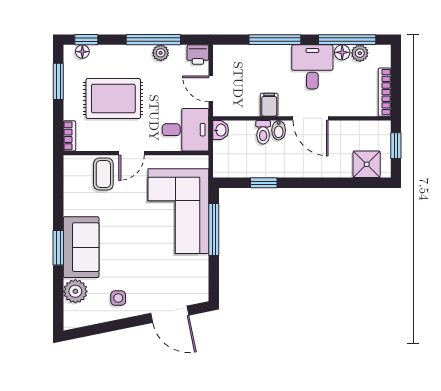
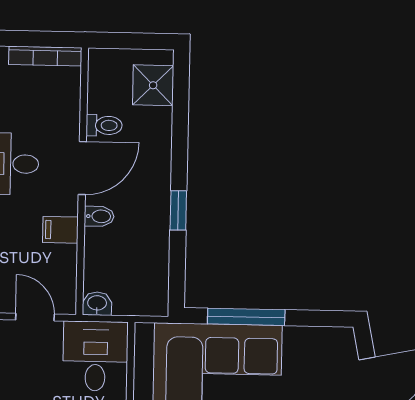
door: (211, 89) -> (35, 317), swing flipped
toilet: (263, 132) -> (104, 125), moved
window: (396, 146) -> (126, 41), removed
window: (264, 183) -> (178, 210), moved

